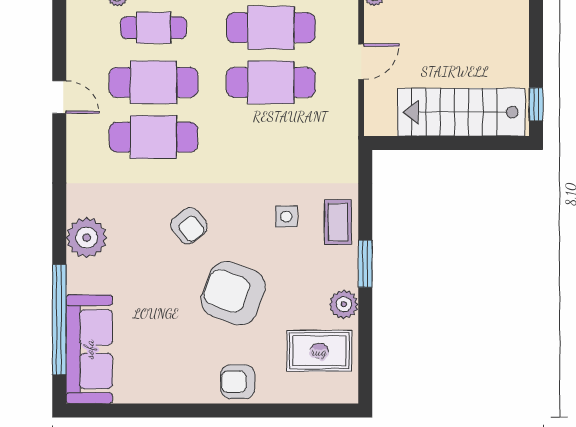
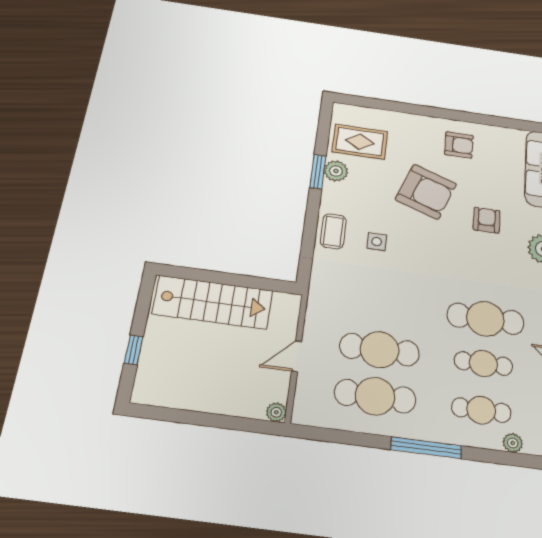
cafe table: (154, 82) -> (483, 363), width x0.73, depth x0.74
window: (536, 104) -> (134, 350), moved
armchair: (189, 226) -> (487, 220), moved, turned 38
window: (365, 264) -> (318, 172), moved
armchair: (238, 382) -> (459, 145), moved

